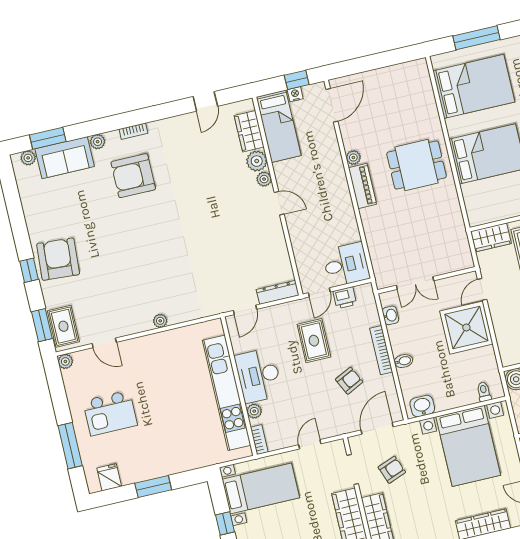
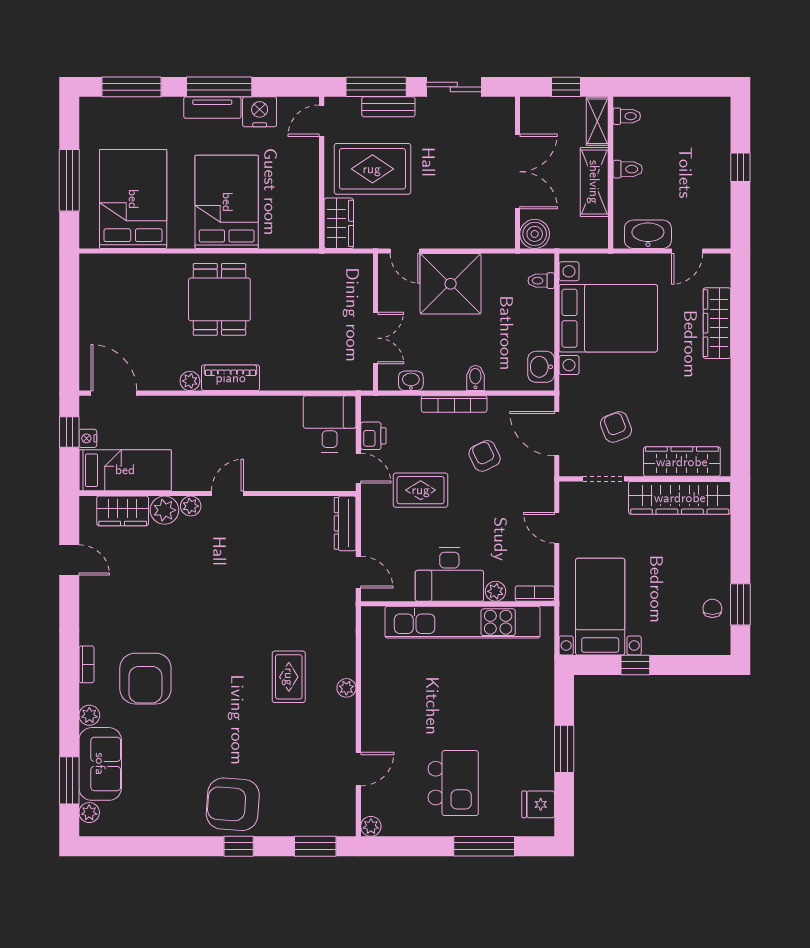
rug: (63, 326) -> (289, 677), moved, turned 90

